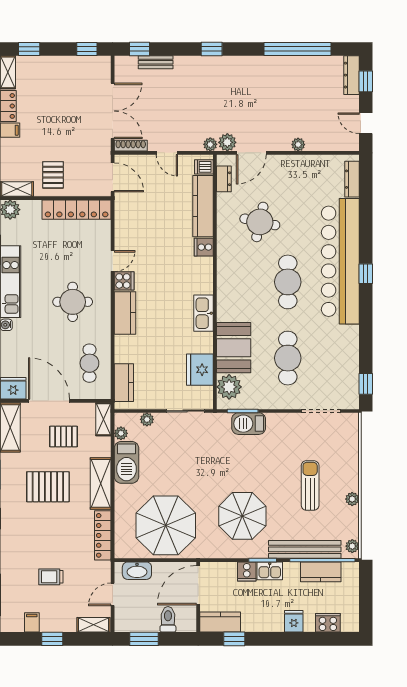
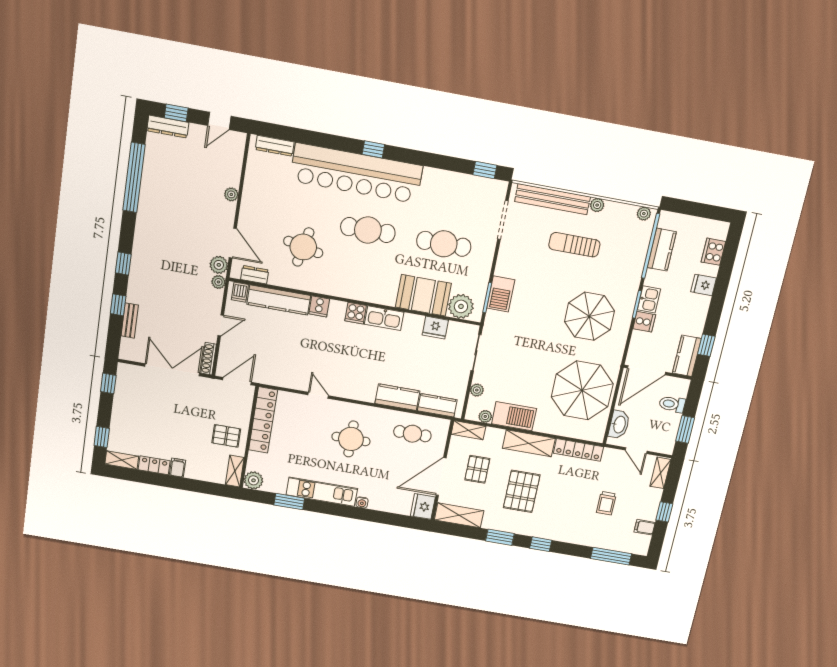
window: (140, 49) -> (118, 305), moved
cooker: (124, 281) -> (356, 313), moved, turned 180
kitchen counter: (125, 313) -> (397, 397), moved
fridge: (200, 370) -> (435, 328), width x0.73, depth x0.75
bench: (305, 549) -> (553, 199), moved, turned 90
door: (198, 585) -> (646, 370), hinge flipped

